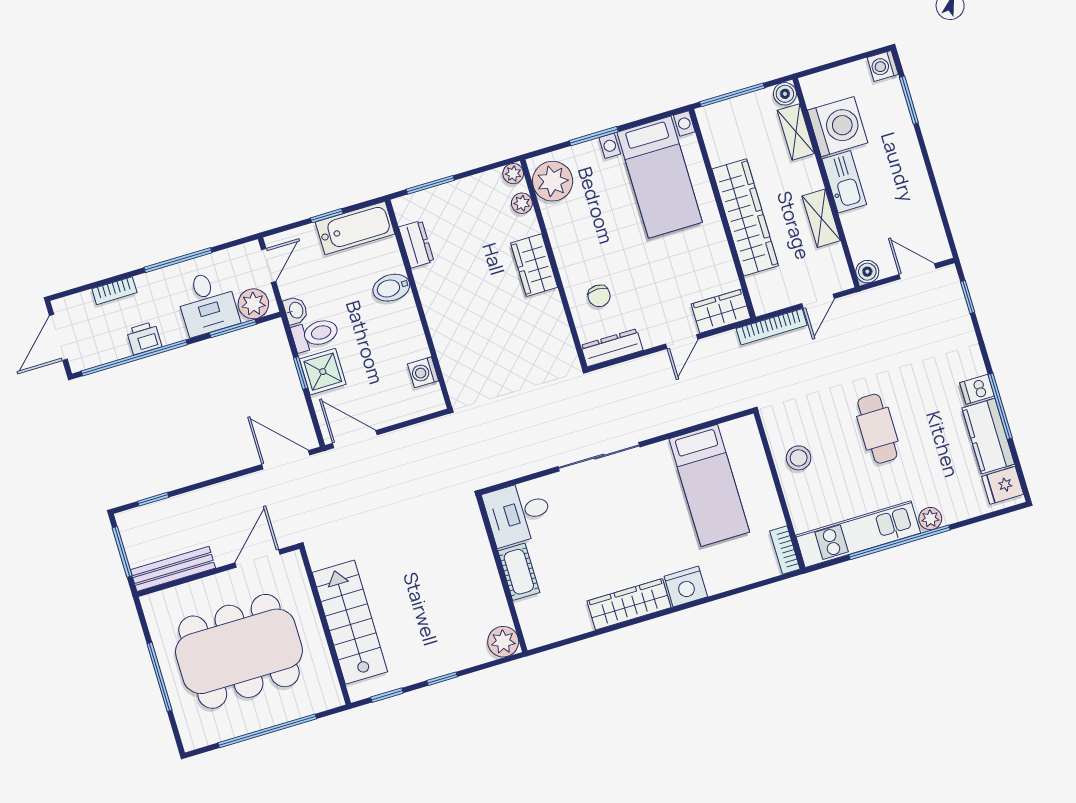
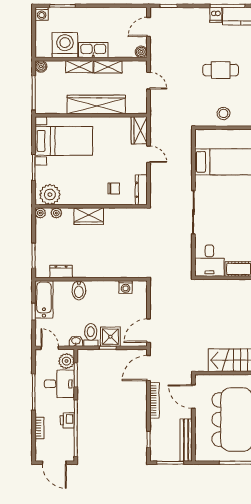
shelving: (796, 132) -> (79, 67), moved
bookcase: (772, 327) -> (155, 400), moved

